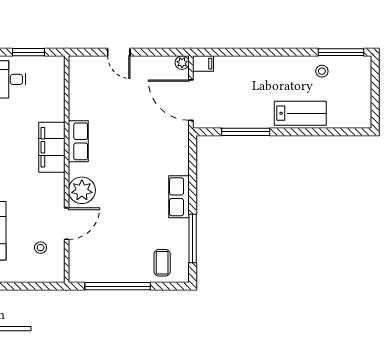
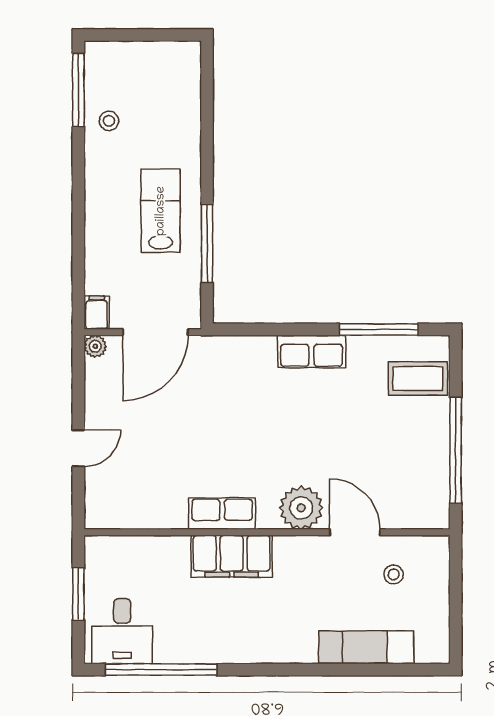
lab bench: (300, 113) -> (161, 211), moved
coffee table: (162, 263) -> (418, 379), width x1.36, depth x1.30

